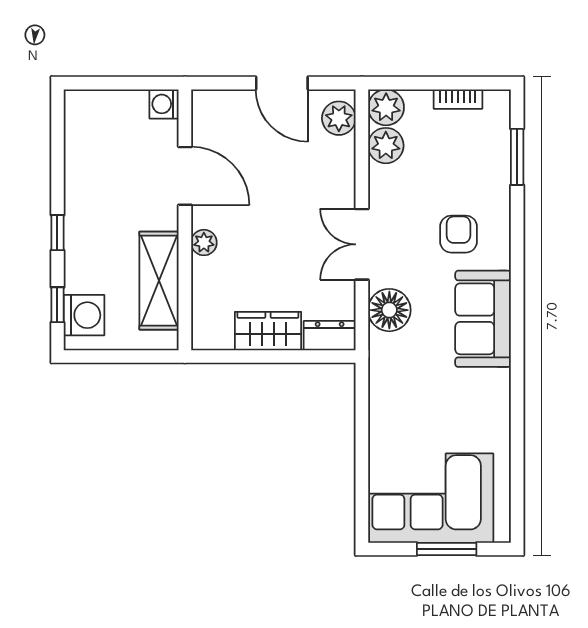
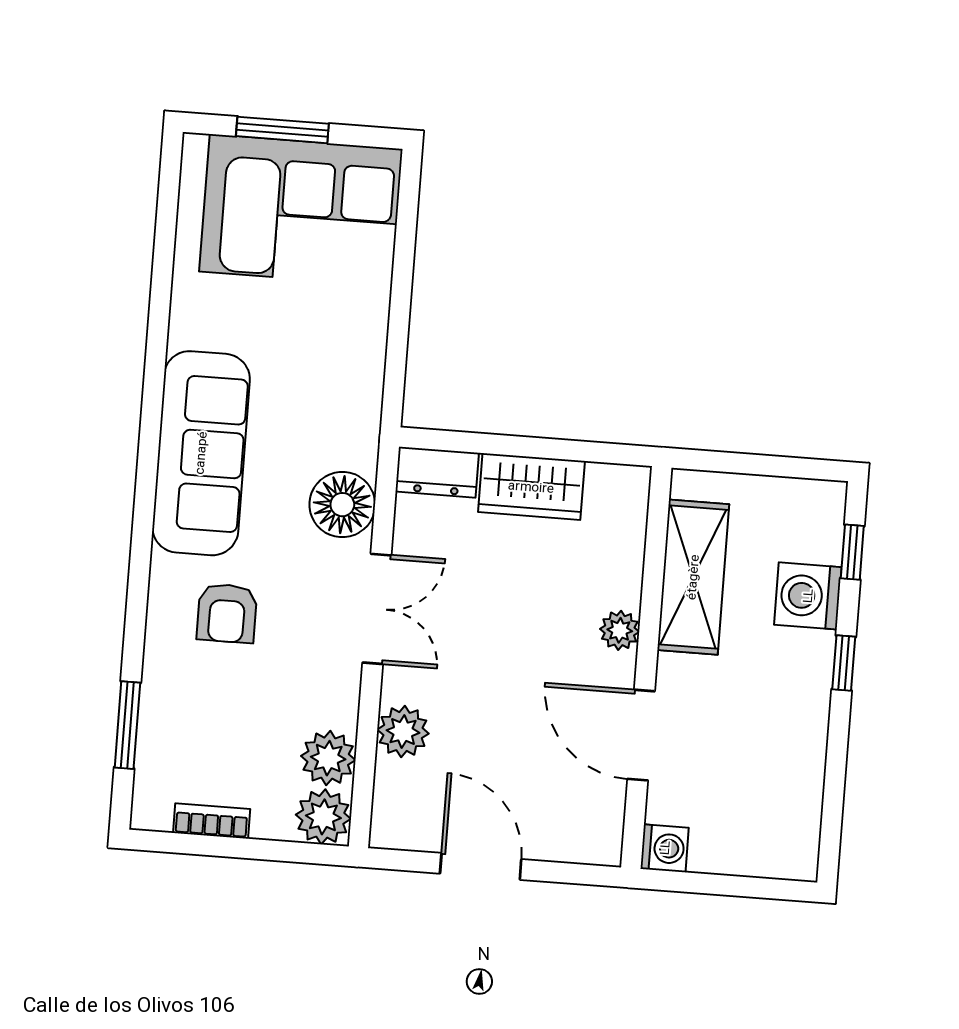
plant: (339, 118) -> (403, 732), moved
washing machine: (84, 315) -> (808, 596), moved
sofa: (483, 319) -> (201, 453), width x1.36

